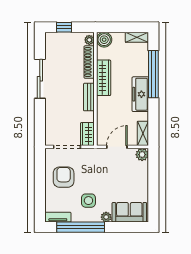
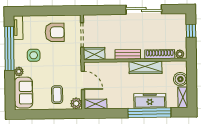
boiler: (104, 40) -> (180, 79), moved
freezer: (140, 94) -> (150, 101), moved
coffee table: (132, 175) -> (57, 95), added

